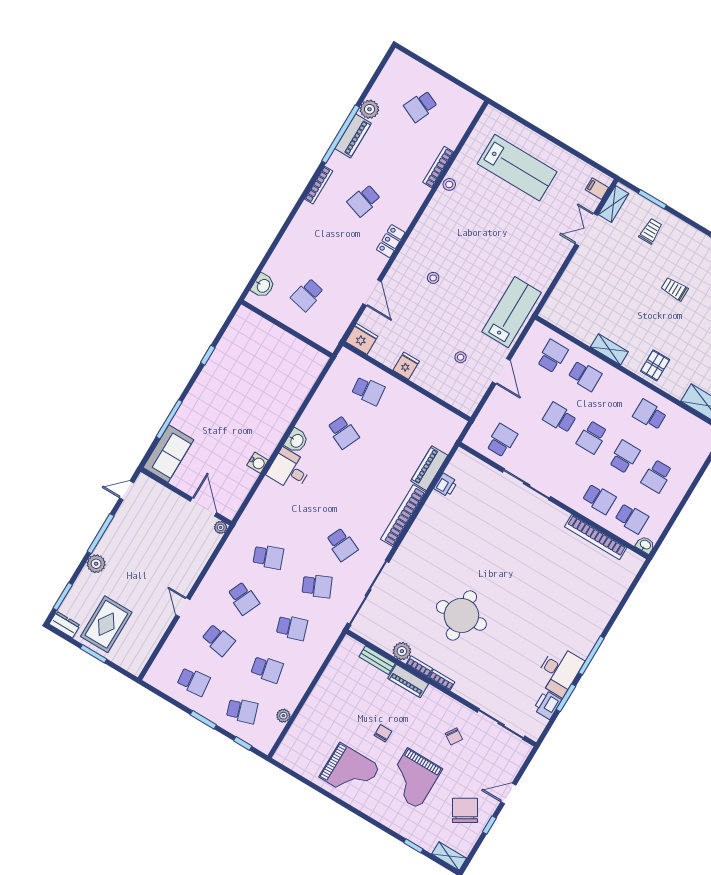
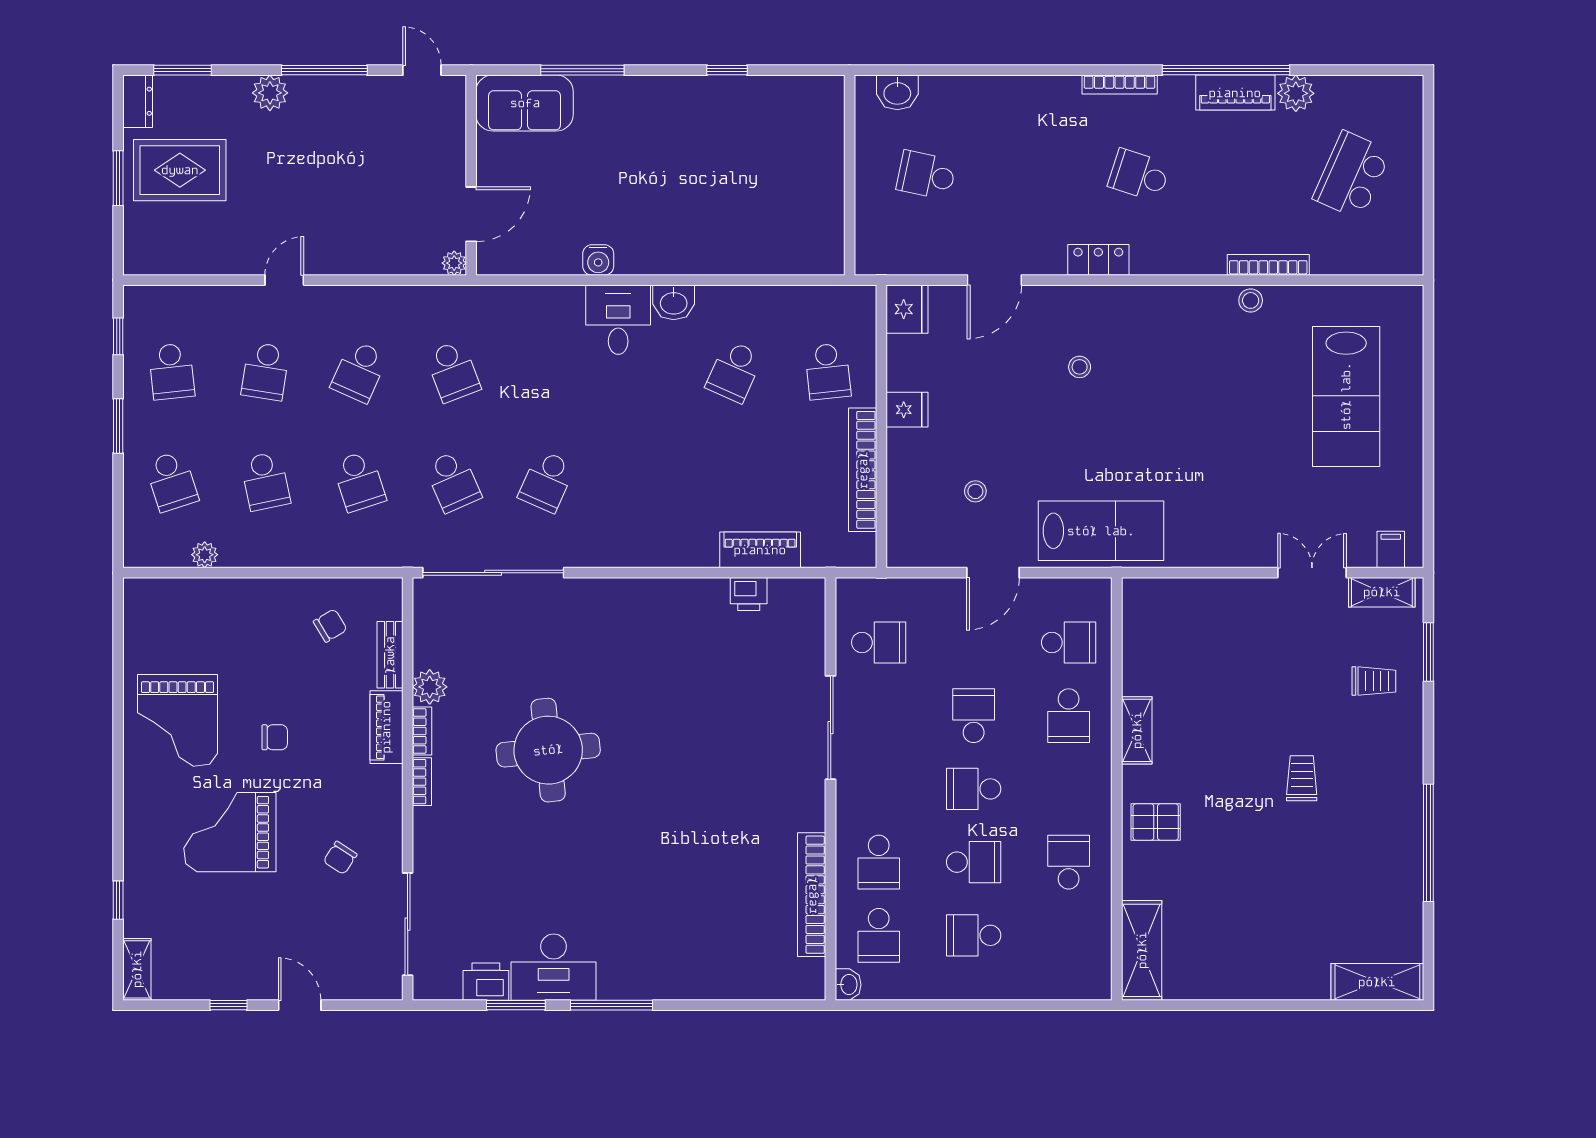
school desk: (421, 106) -> (1352, 175), width x1.85
bookcase: (403, 516) -> (863, 470), moved, turned -90
window: (243, 743) -> (118, 336), moved
chair: (465, 810) -> (330, 626), moved, width x0.54, depth x0.54

